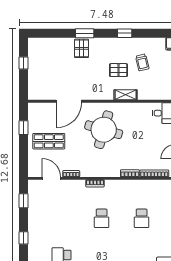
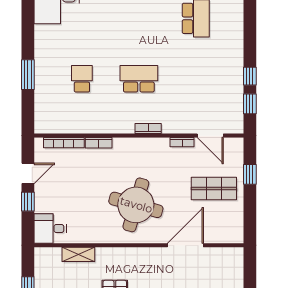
shelving: (126, 95) -> (78, 254), moved
window: (24, 128) -> (250, 174), moved
school desk: (102, 218) -> (139, 79), width x1.85
window: (24, 238) -> (250, 76), moved

